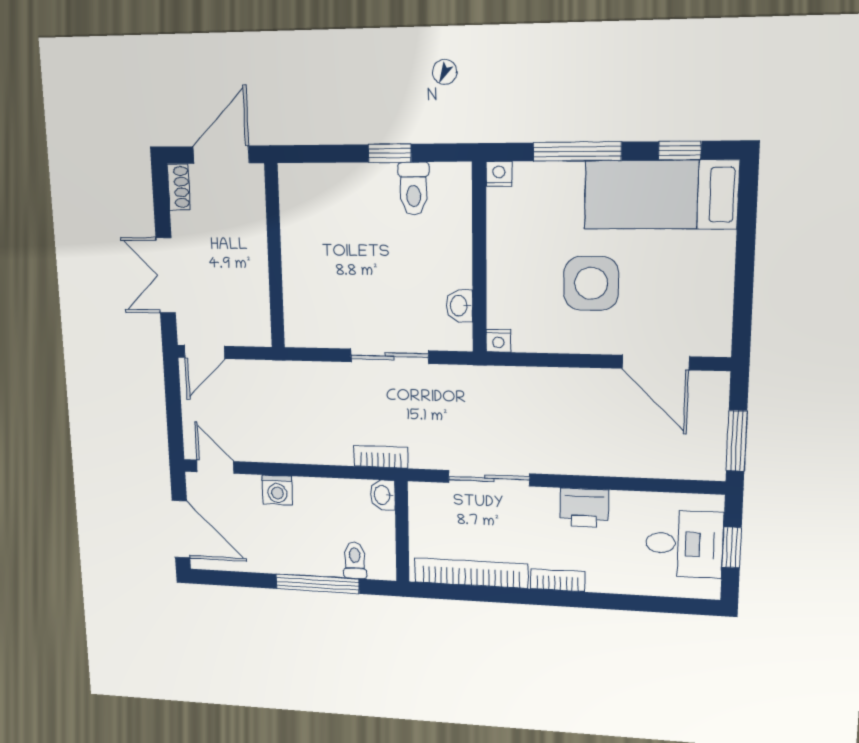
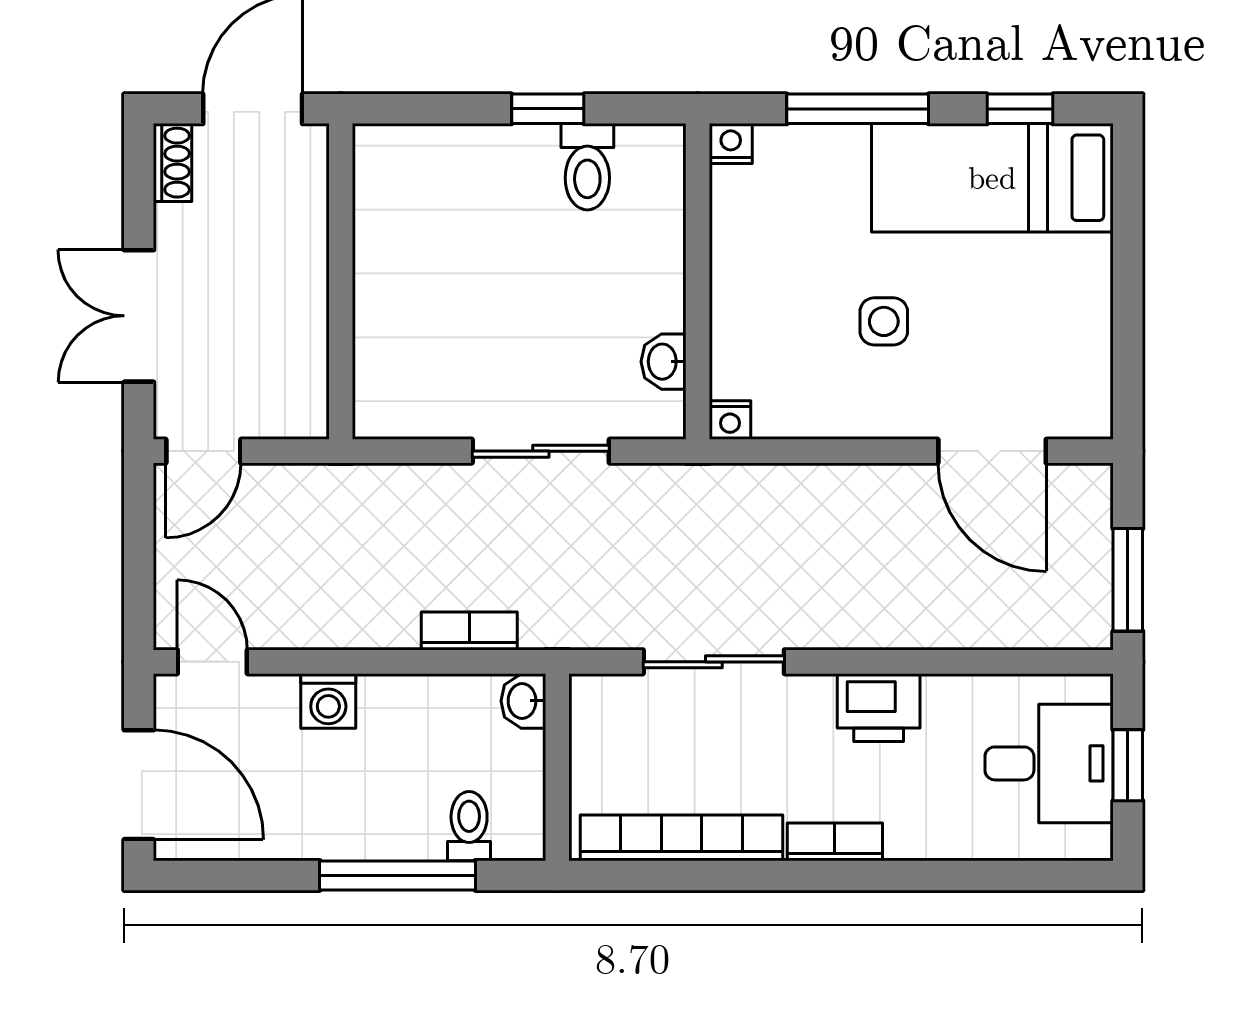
side table: (591, 283) -> (884, 321), width x0.54, depth x0.54
bookcase: (381, 457) -> (469, 631), moved

